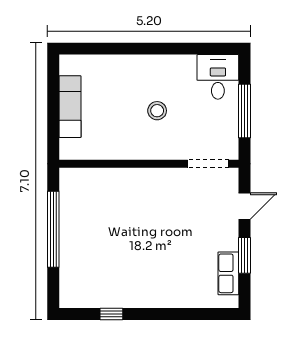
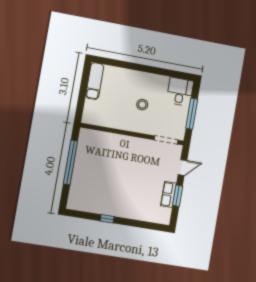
exam couch: (70, 107) -> (95, 81), moved
row of seats: (228, 273) -> (168, 194), moved
window: (111, 314) -> (107, 219), moved

